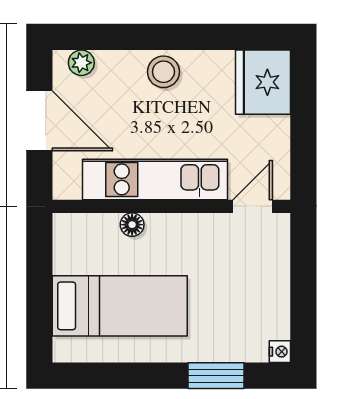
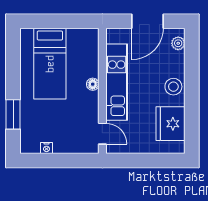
fridge: (263, 82) -> (171, 124), moved, turned -90
floor lamp: (132, 225) -> (93, 84), moved
nightstand: (280, 352) -> (46, 148), moved

